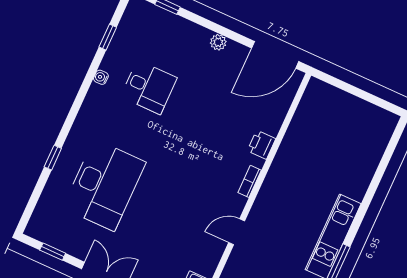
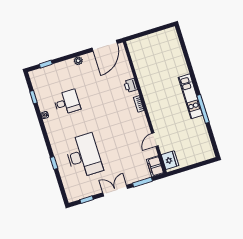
door: (237, 232) -> (155, 140), moved

